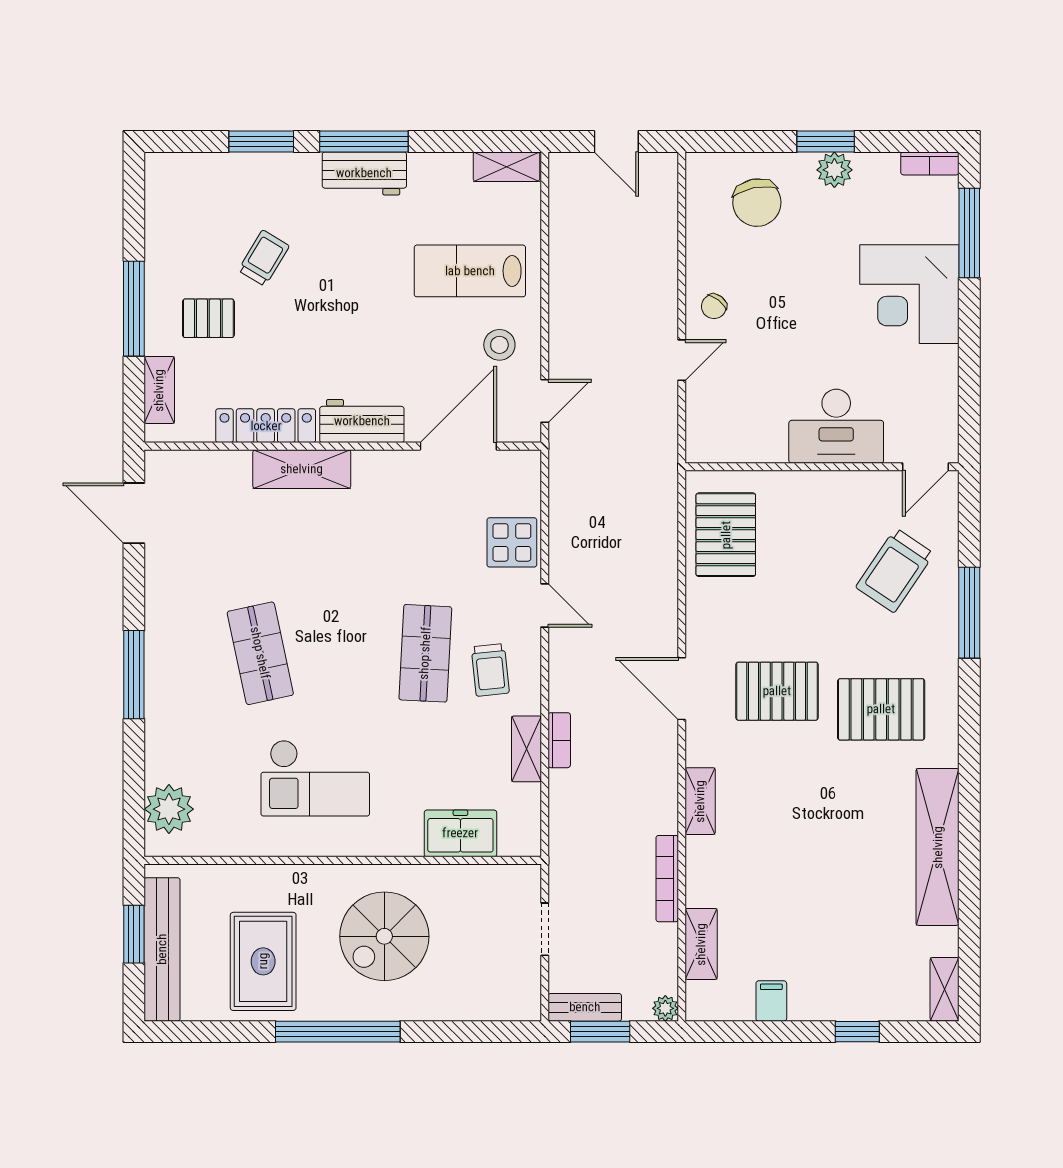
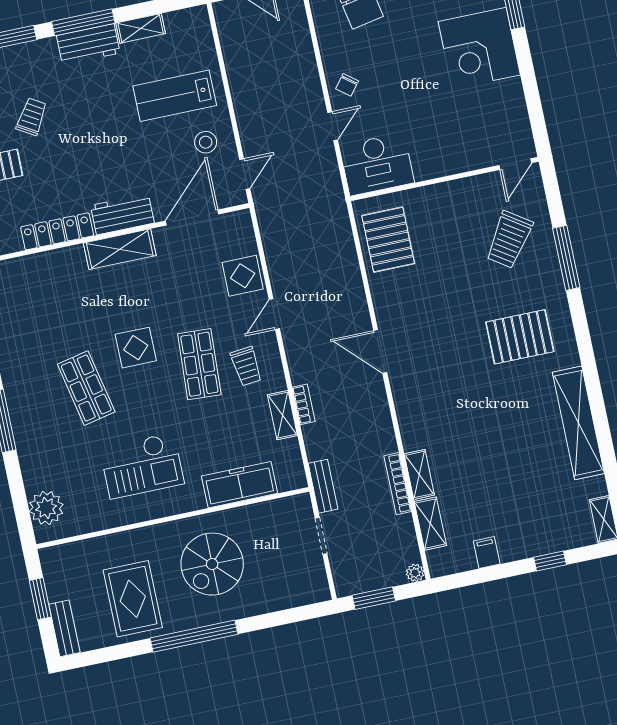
shelving: (506, 167) -> (141, 28), moved
desk: (836, 426) -> (377, 164), moved
shelving: (302, 469) -> (120, 249), moved
door: (545, 605) -> (274, 314), swing flipped
display table: (341, 611) -> (136, 348), added
pallet: (777, 691) -> (446, 339), removed
shelving: (700, 801) -> (419, 474), moved
freezer: (460, 833) -> (240, 485), width x1.40
bench: (162, 949) -> (64, 628), width x0.54, depth x0.82
bench: (585, 1007) -> (323, 486), moved, turned 90

